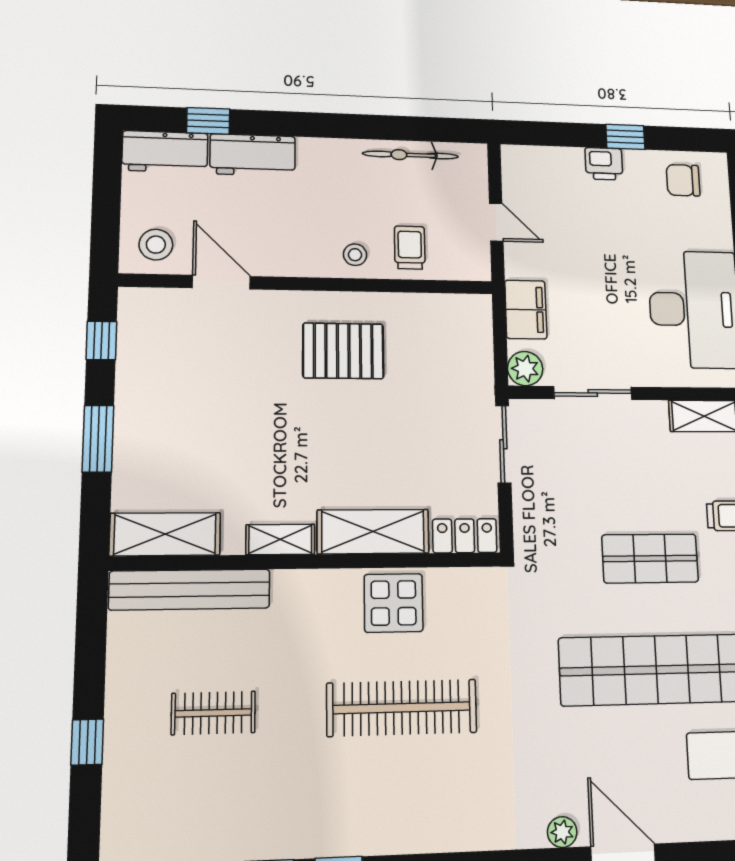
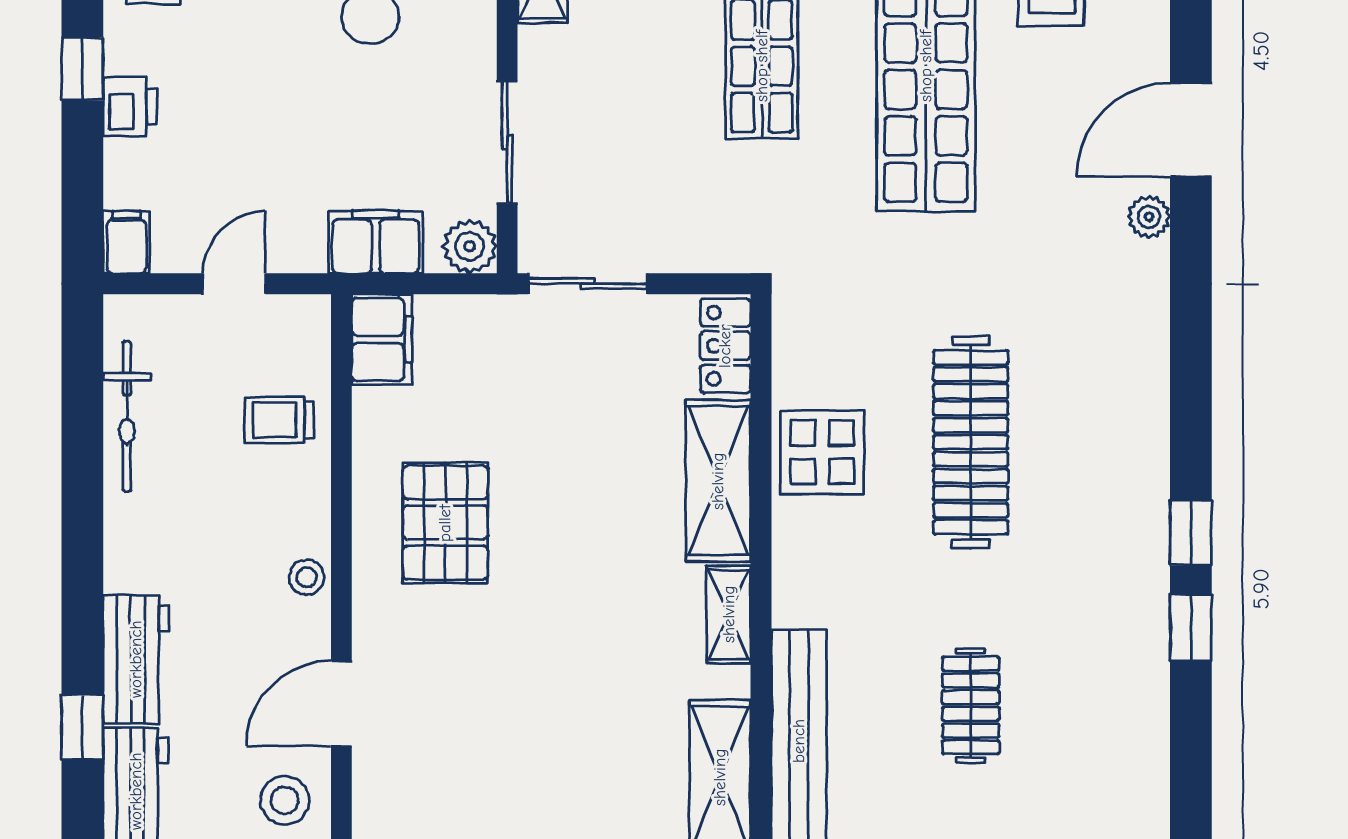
filing cabinet: (520, 159) -> (126, 242), added
stool: (355, 255) -> (307, 577), moved
filing cabinet: (463, 312) -> (382, 339), added

